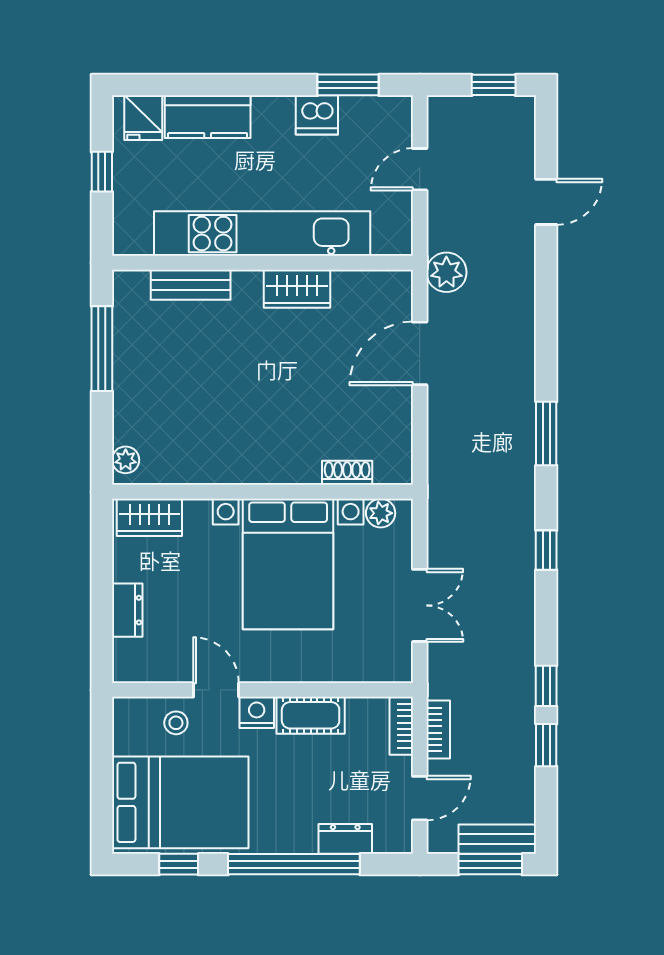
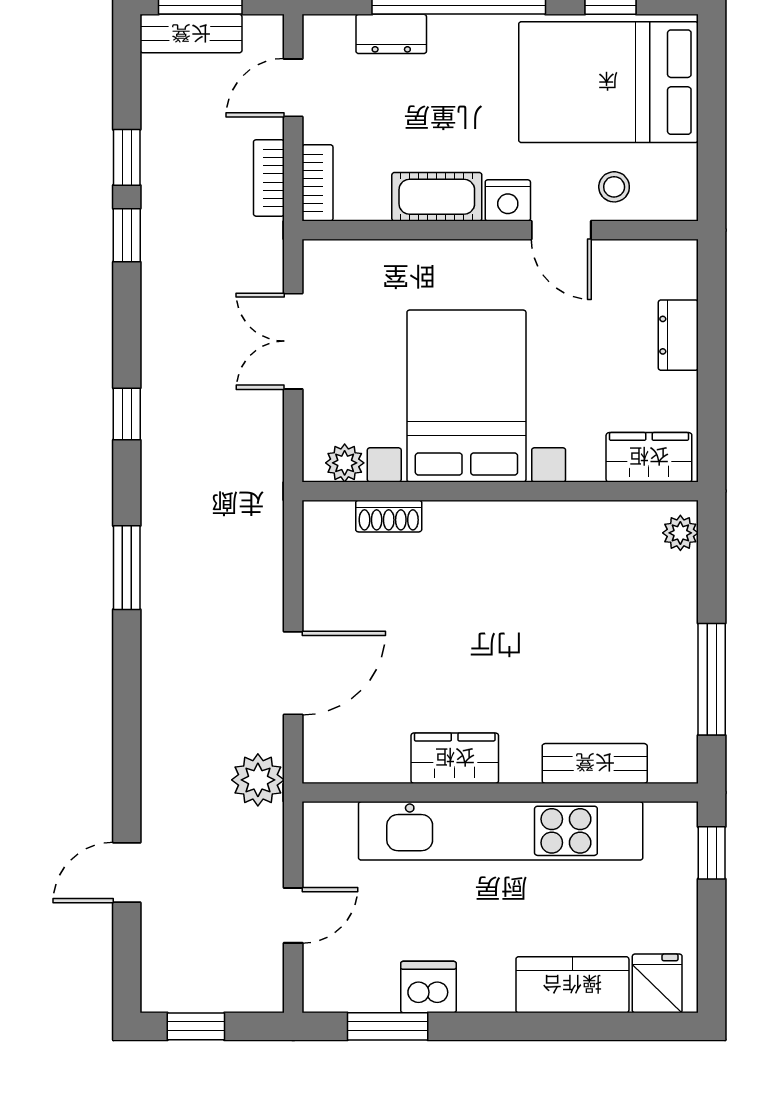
window: (102, 172) -> (712, 853), moved

